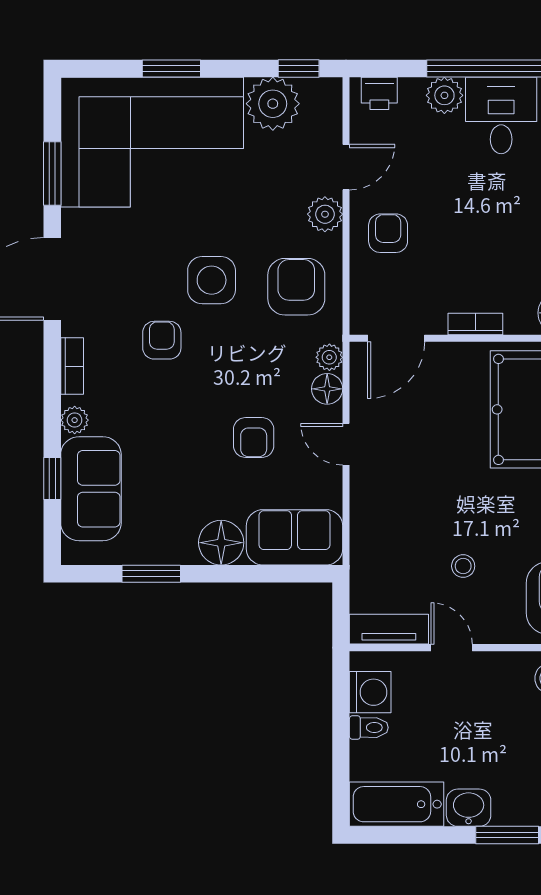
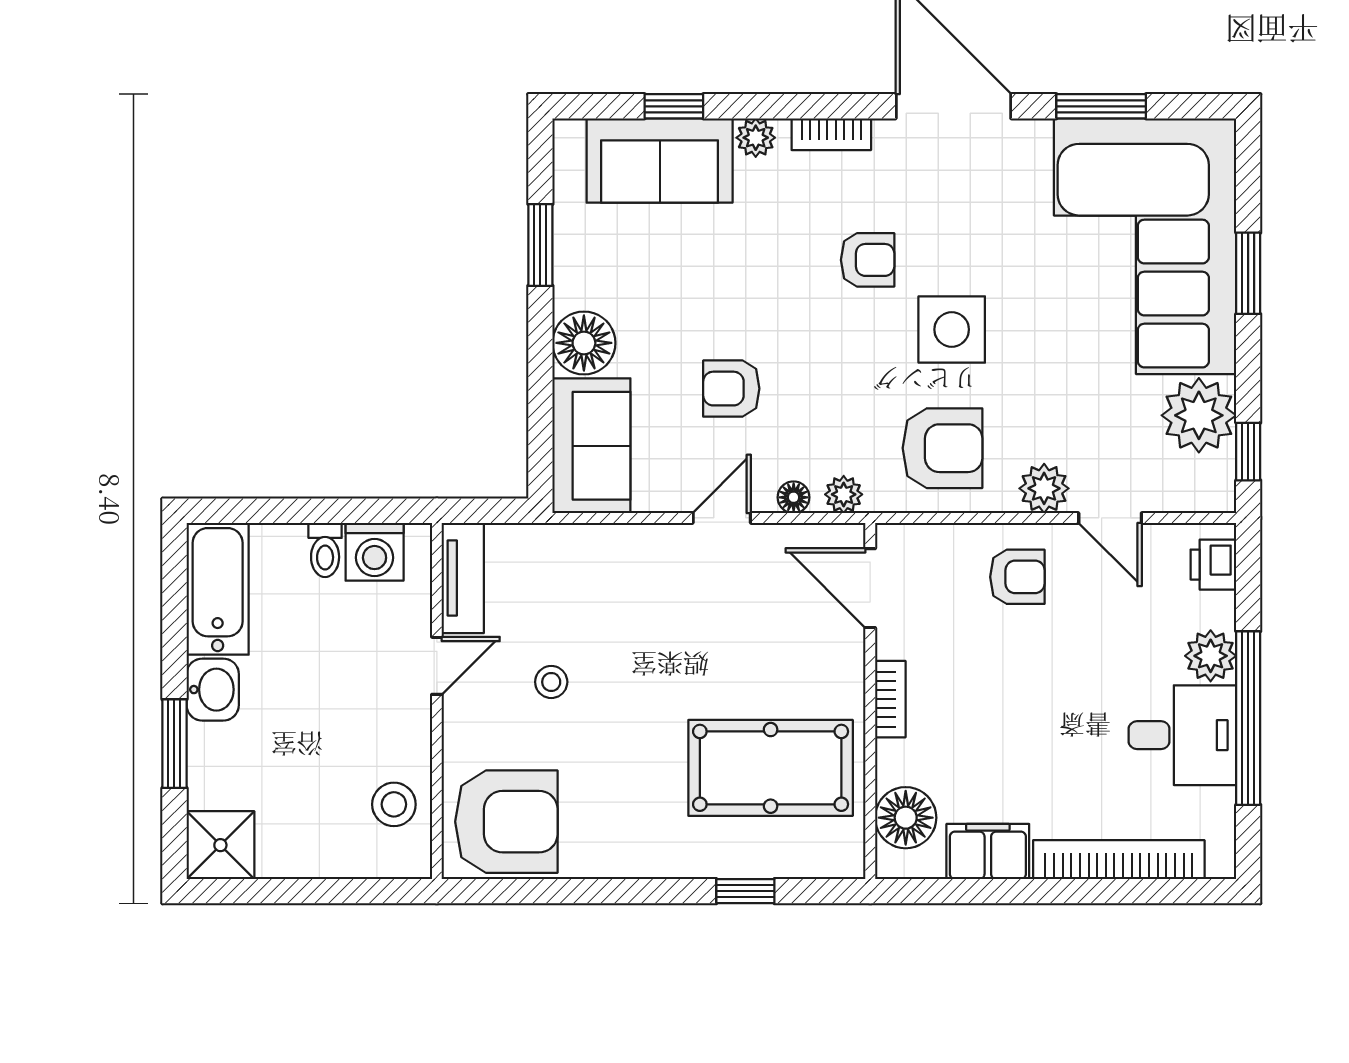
floor lamp: (327, 389) -> (794, 497), width x0.73, depth x0.73

